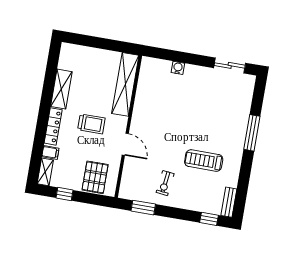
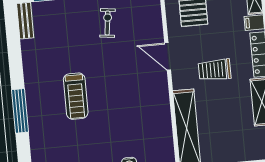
treadmill: (204, 161) -> (76, 96), moved, turned 90

